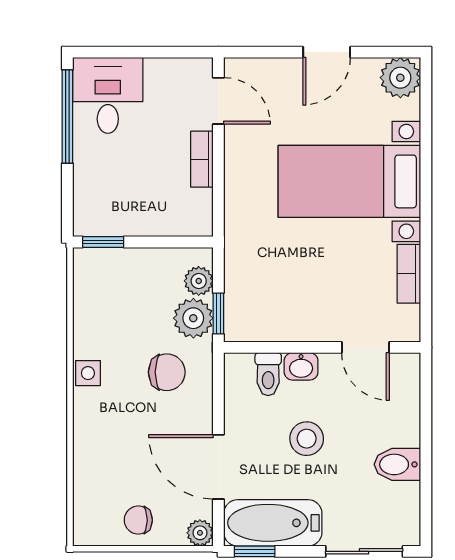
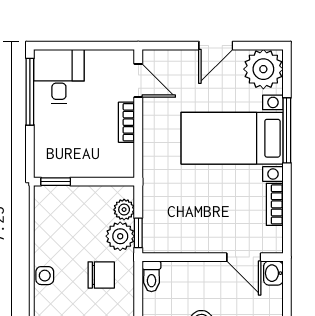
plant: (400, 78) -> (263, 69), width x1.36, depth x1.36
window: (426, 171) -> (287, 130), added
washbasin: (301, 366) -> (273, 273), moved, turned 90
toilet: (268, 374) -> (151, 276), moved

